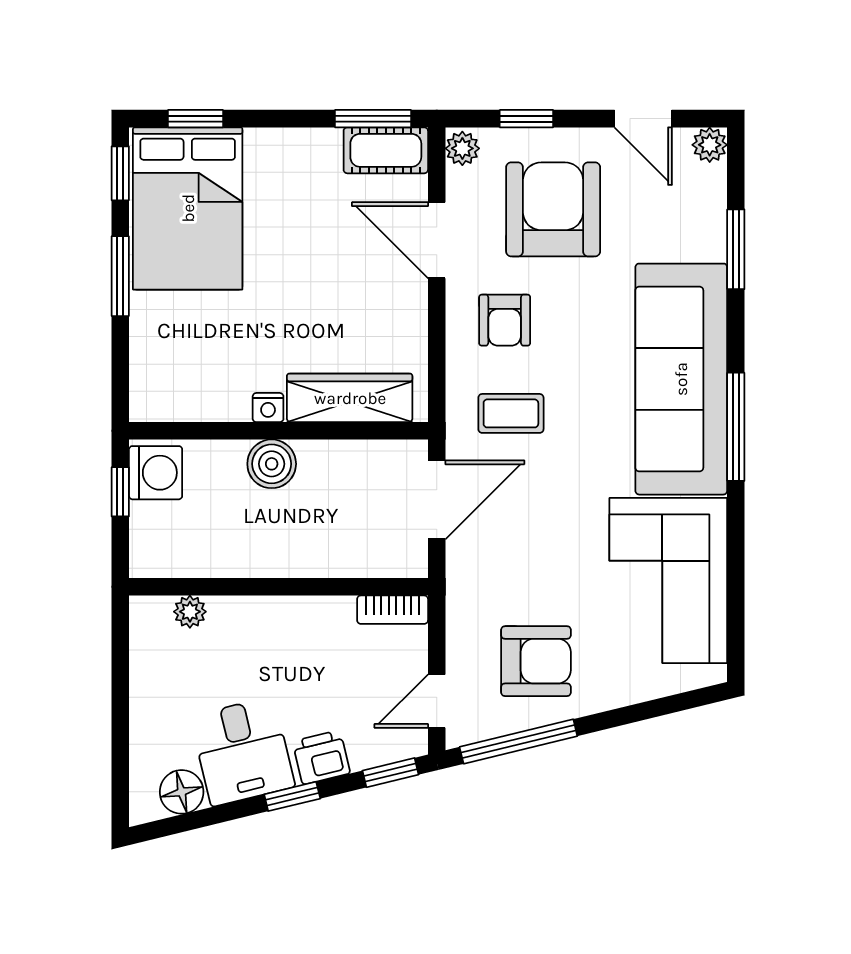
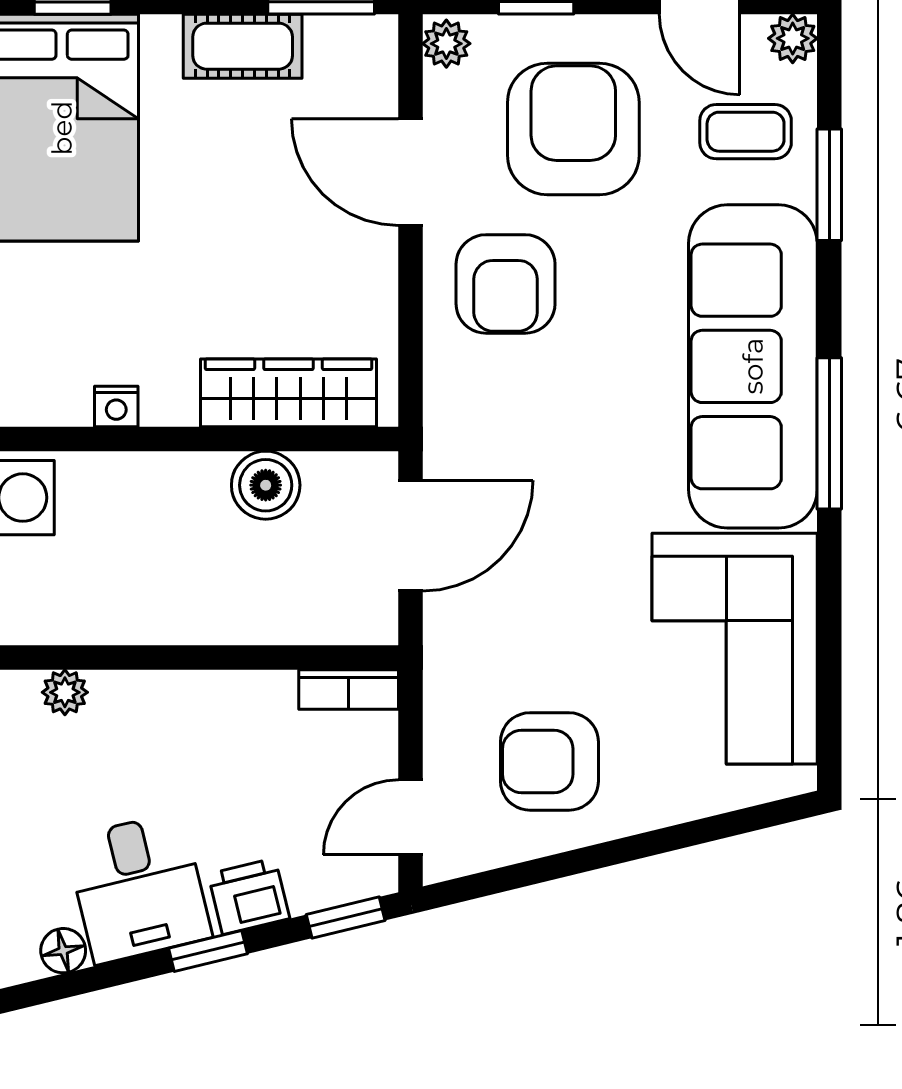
cot: (386, 150) -> (243, 46), moved
armchair: (505, 320) -> (506, 284), width x1.38, depth x1.38
nightstand: (268, 408) -> (116, 406), moved
coffee table: (511, 413) -> (746, 132), moved
boiler: (272, 464) -> (266, 485), moved
armchair: (536, 661) -> (549, 761), turned 180
window: (518, 741) -> (525, 874), removed
floor lamp: (182, 792) -> (63, 951), width x0.73, depth x0.73

